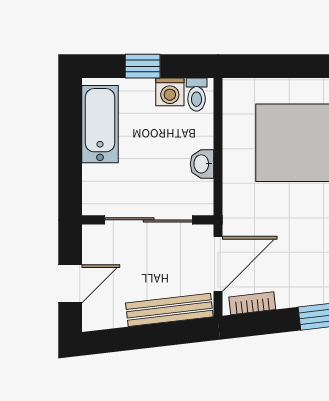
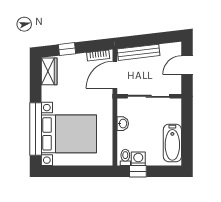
window: (143, 66) -> (138, 171), moved

